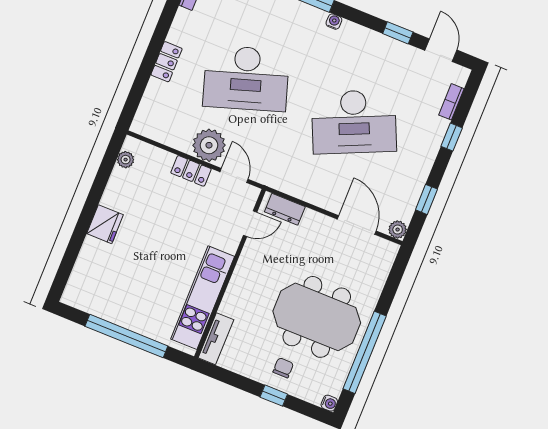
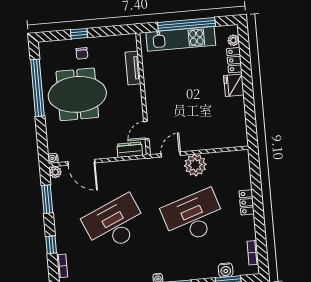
plant: (126, 160) -> (233, 40), moved
locker: (191, 171) -> (234, 60), moved, turned -90
door: (234, 175) -> (171, 154), swing flipped
window: (426, 199) -> (47, 199), width x1.50
kitchen unit: (203, 298) -> (181, 39), moved, turned 90
tv unit: (216, 339) -> (133, 68), moved
water cooler: (329, 403) -> (53, 158), moved

